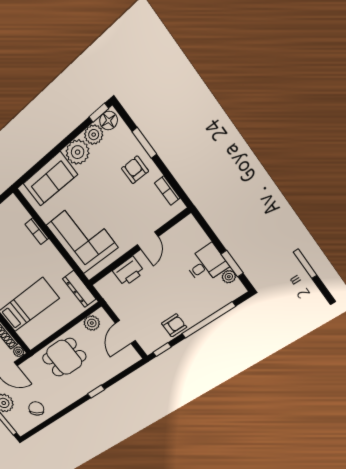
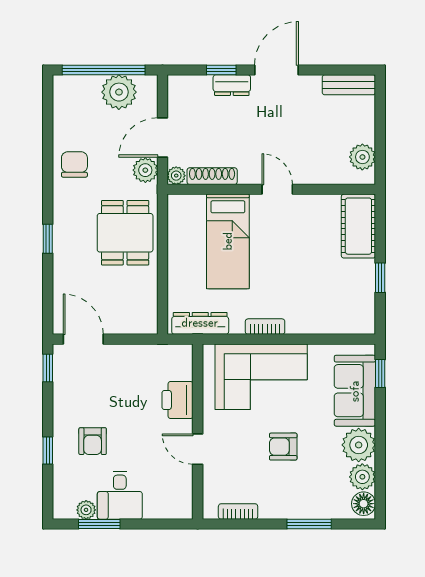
window: (99, 113) -> (380, 374), moved
armchair: (135, 170) -> (283, 447), moved, turned 180
bookcase: (37, 231) -> (265, 327), moved
window: (208, 320) -> (48, 450), width x0.32
plant: (92, 323) -> (145, 170), moved
armchair: (174, 325) -> (93, 441), moved
door: (125, 332) -> (83, 339), moved
chair: (36, 408) -> (74, 164), moved, turned -126

